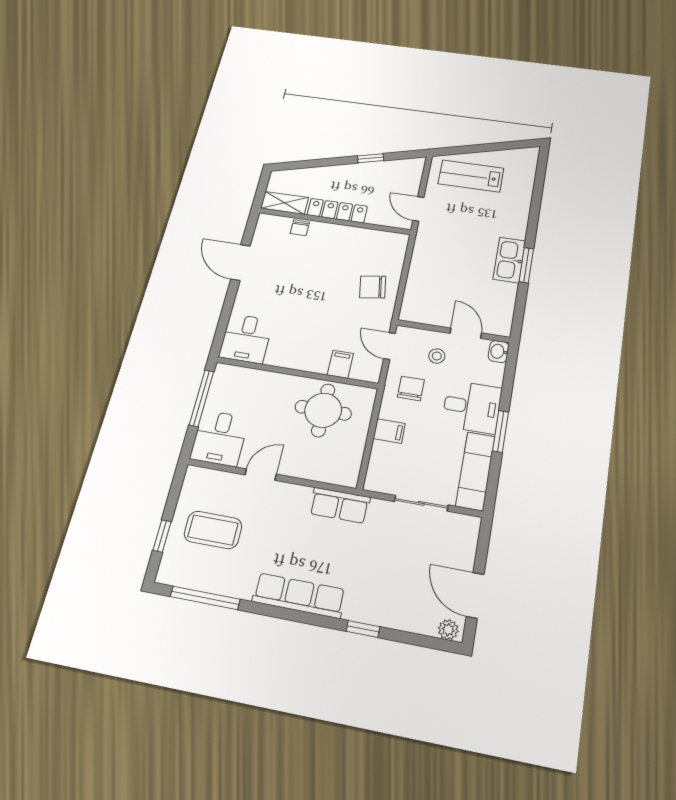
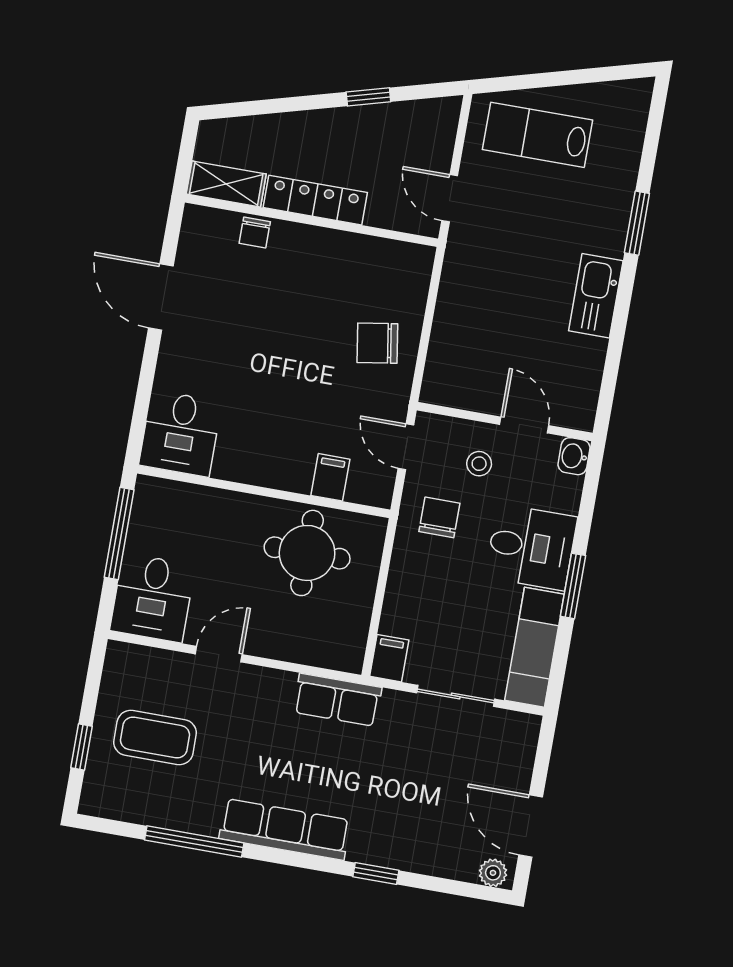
window: (526, 265) -> (637, 223), moved
filing cabinet: (389, 431) -> (389, 658), moved, turned -90
window: (205, 598) -> (194, 842), moved

